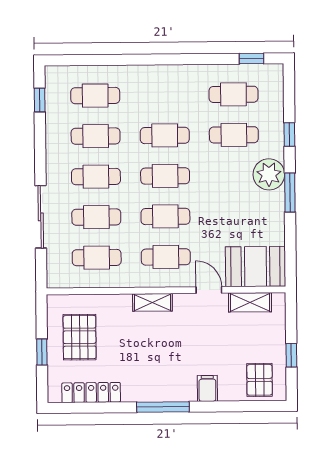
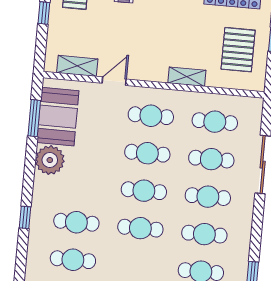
plant: (269, 174) -> (50, 160), moved
window: (290, 193) -> (34, 118), moved
booth: (256, 266) -> (58, 117), moved, turned 90
door: (209, 290) -> (114, 81), swing flipped
shelving: (152, 302) -> (187, 77), moved

